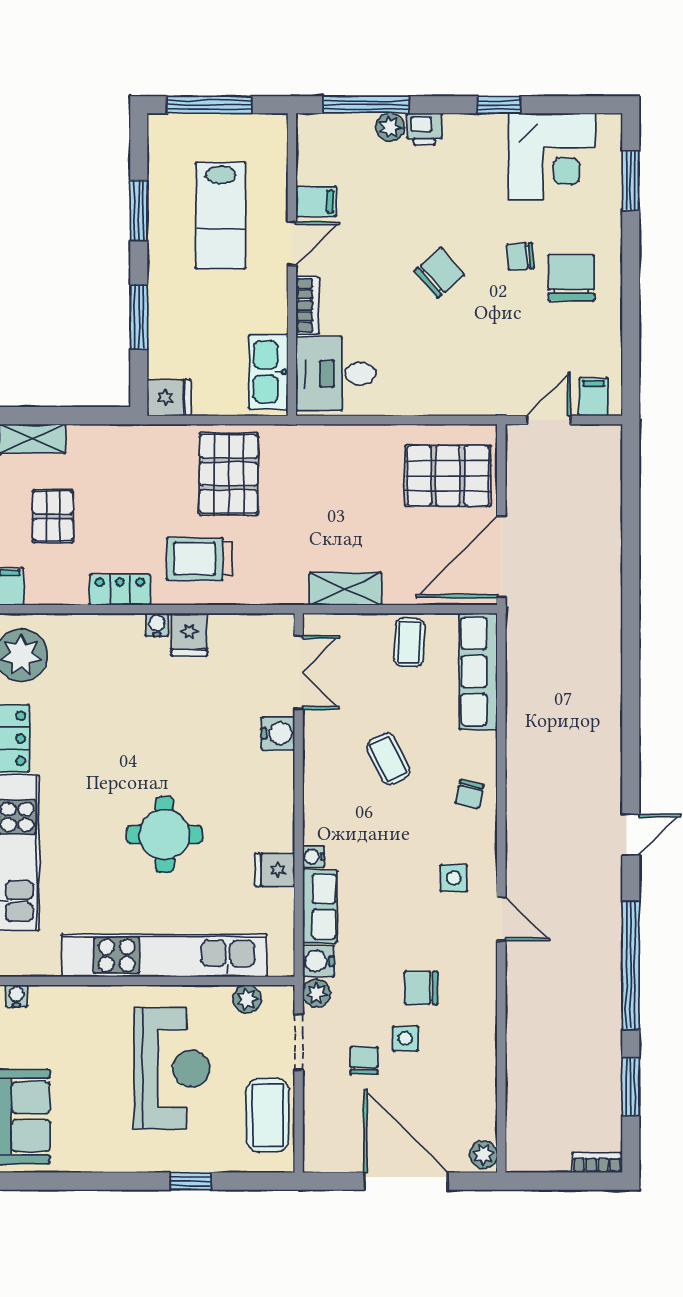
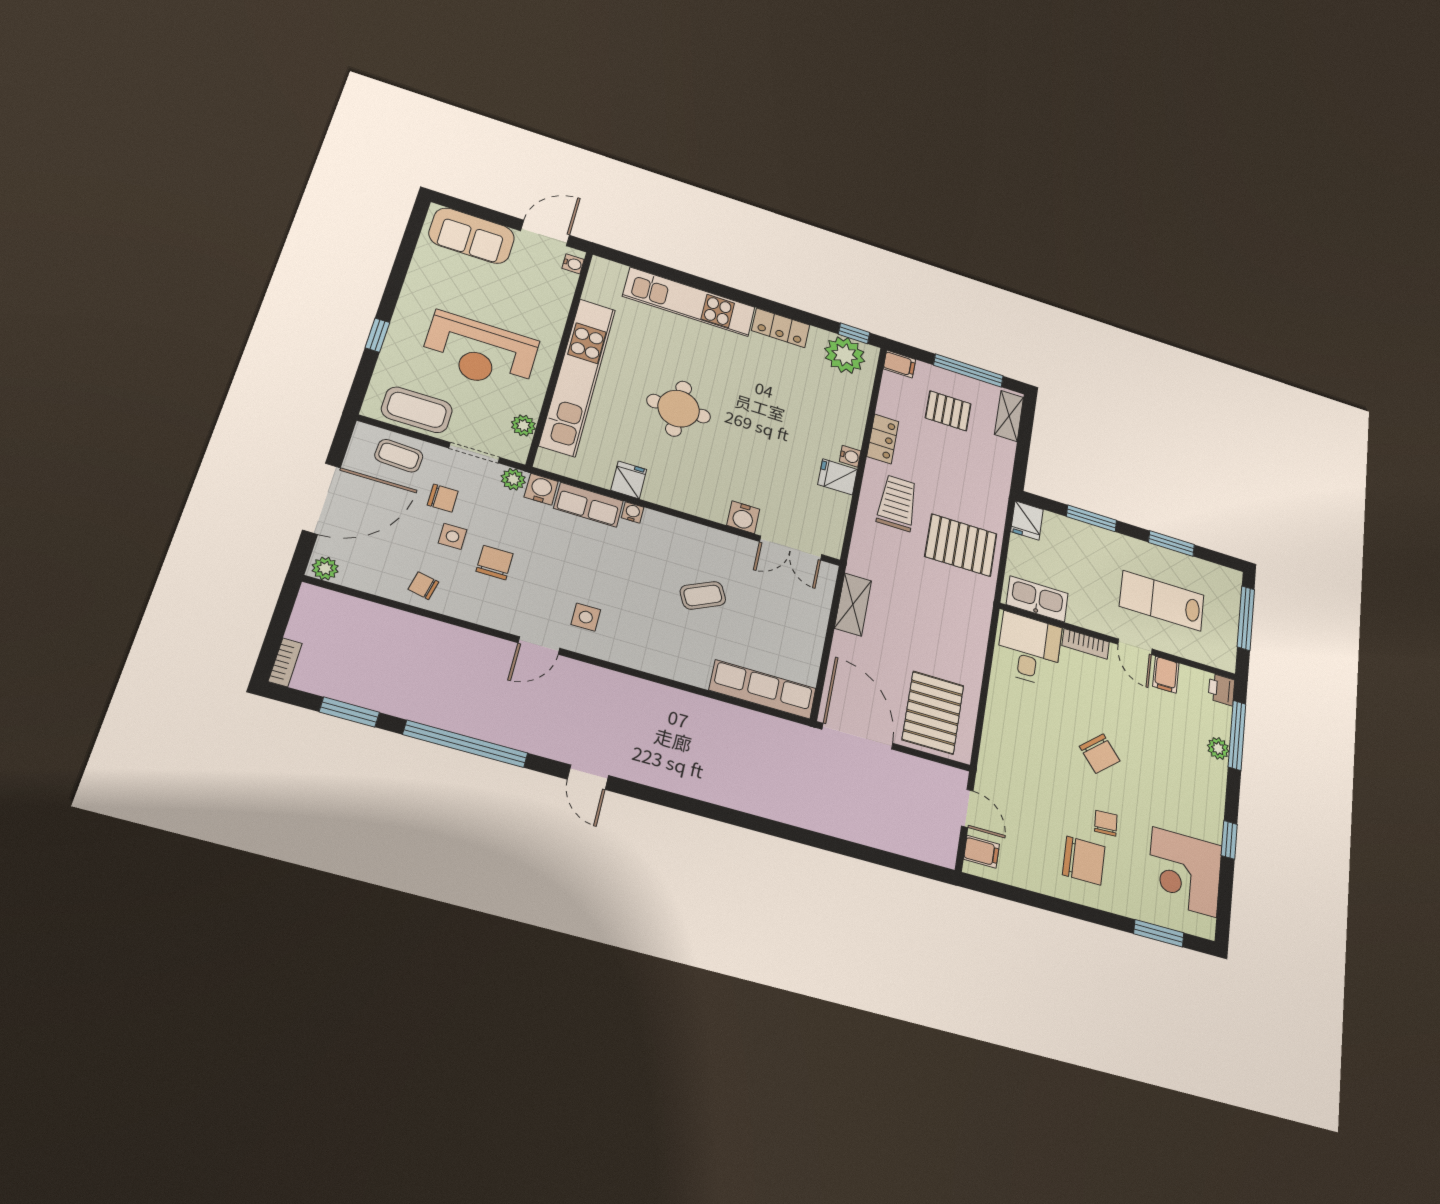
printer: (424, 129) -> (1221, 689), moved
coffee table: (409, 642) -> (399, 456), moved
chair: (469, 794) -> (423, 586), moved

